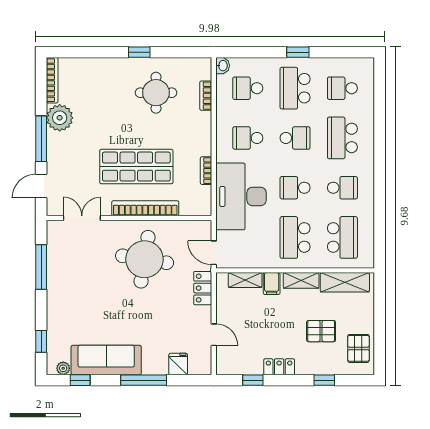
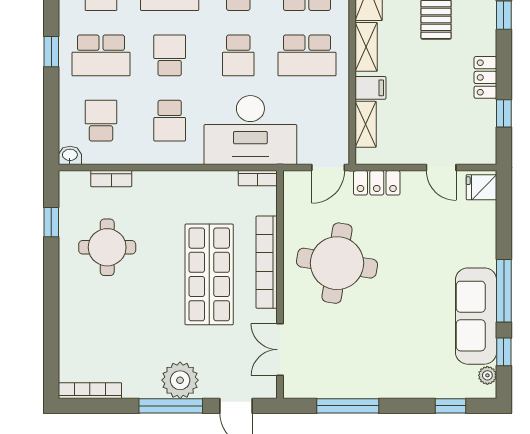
window: (139, 52) -> (51, 222), moved
school desk: (248, 88) -> (101, 121), turned 180
plant: (60, 118) -> (180, 380), moved
bookcase: (206, 171) -> (258, 178), moved
door: (214, 335) -> (441, 168), swing flipped
fridge: (178, 364) -> (482, 187), moved
window: (144, 380) -> (504, 291), moved

